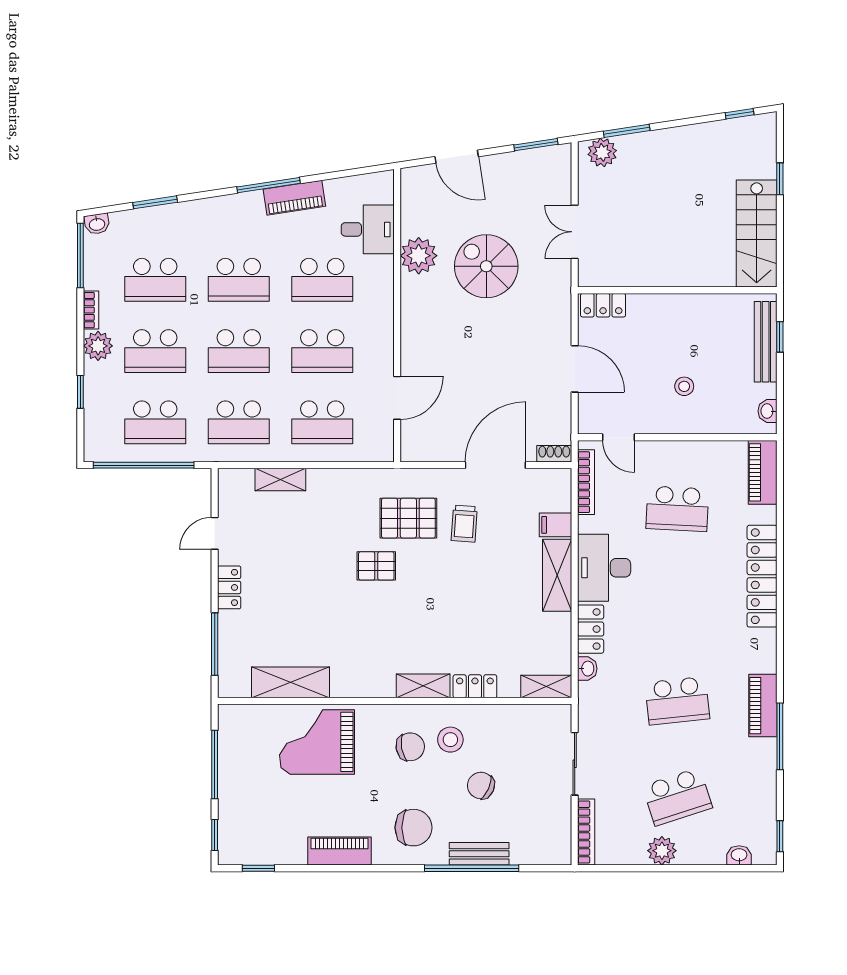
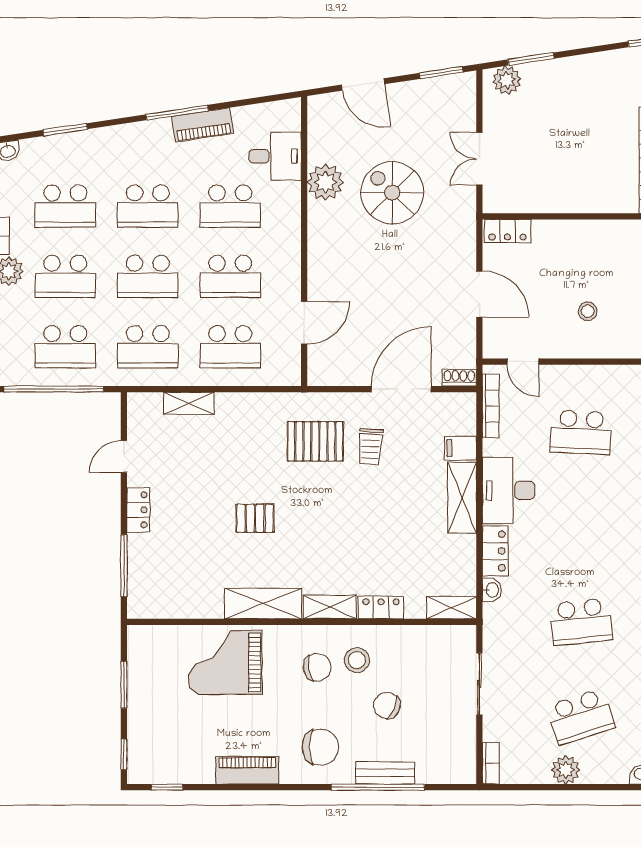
pallet: (376, 566) -> (255, 518), moved
shelving: (291, 682) -> (263, 604), moved
window: (215, 764) -> (124, 685), width x0.69
bookcase: (586, 832) -> (491, 763), width x0.64

